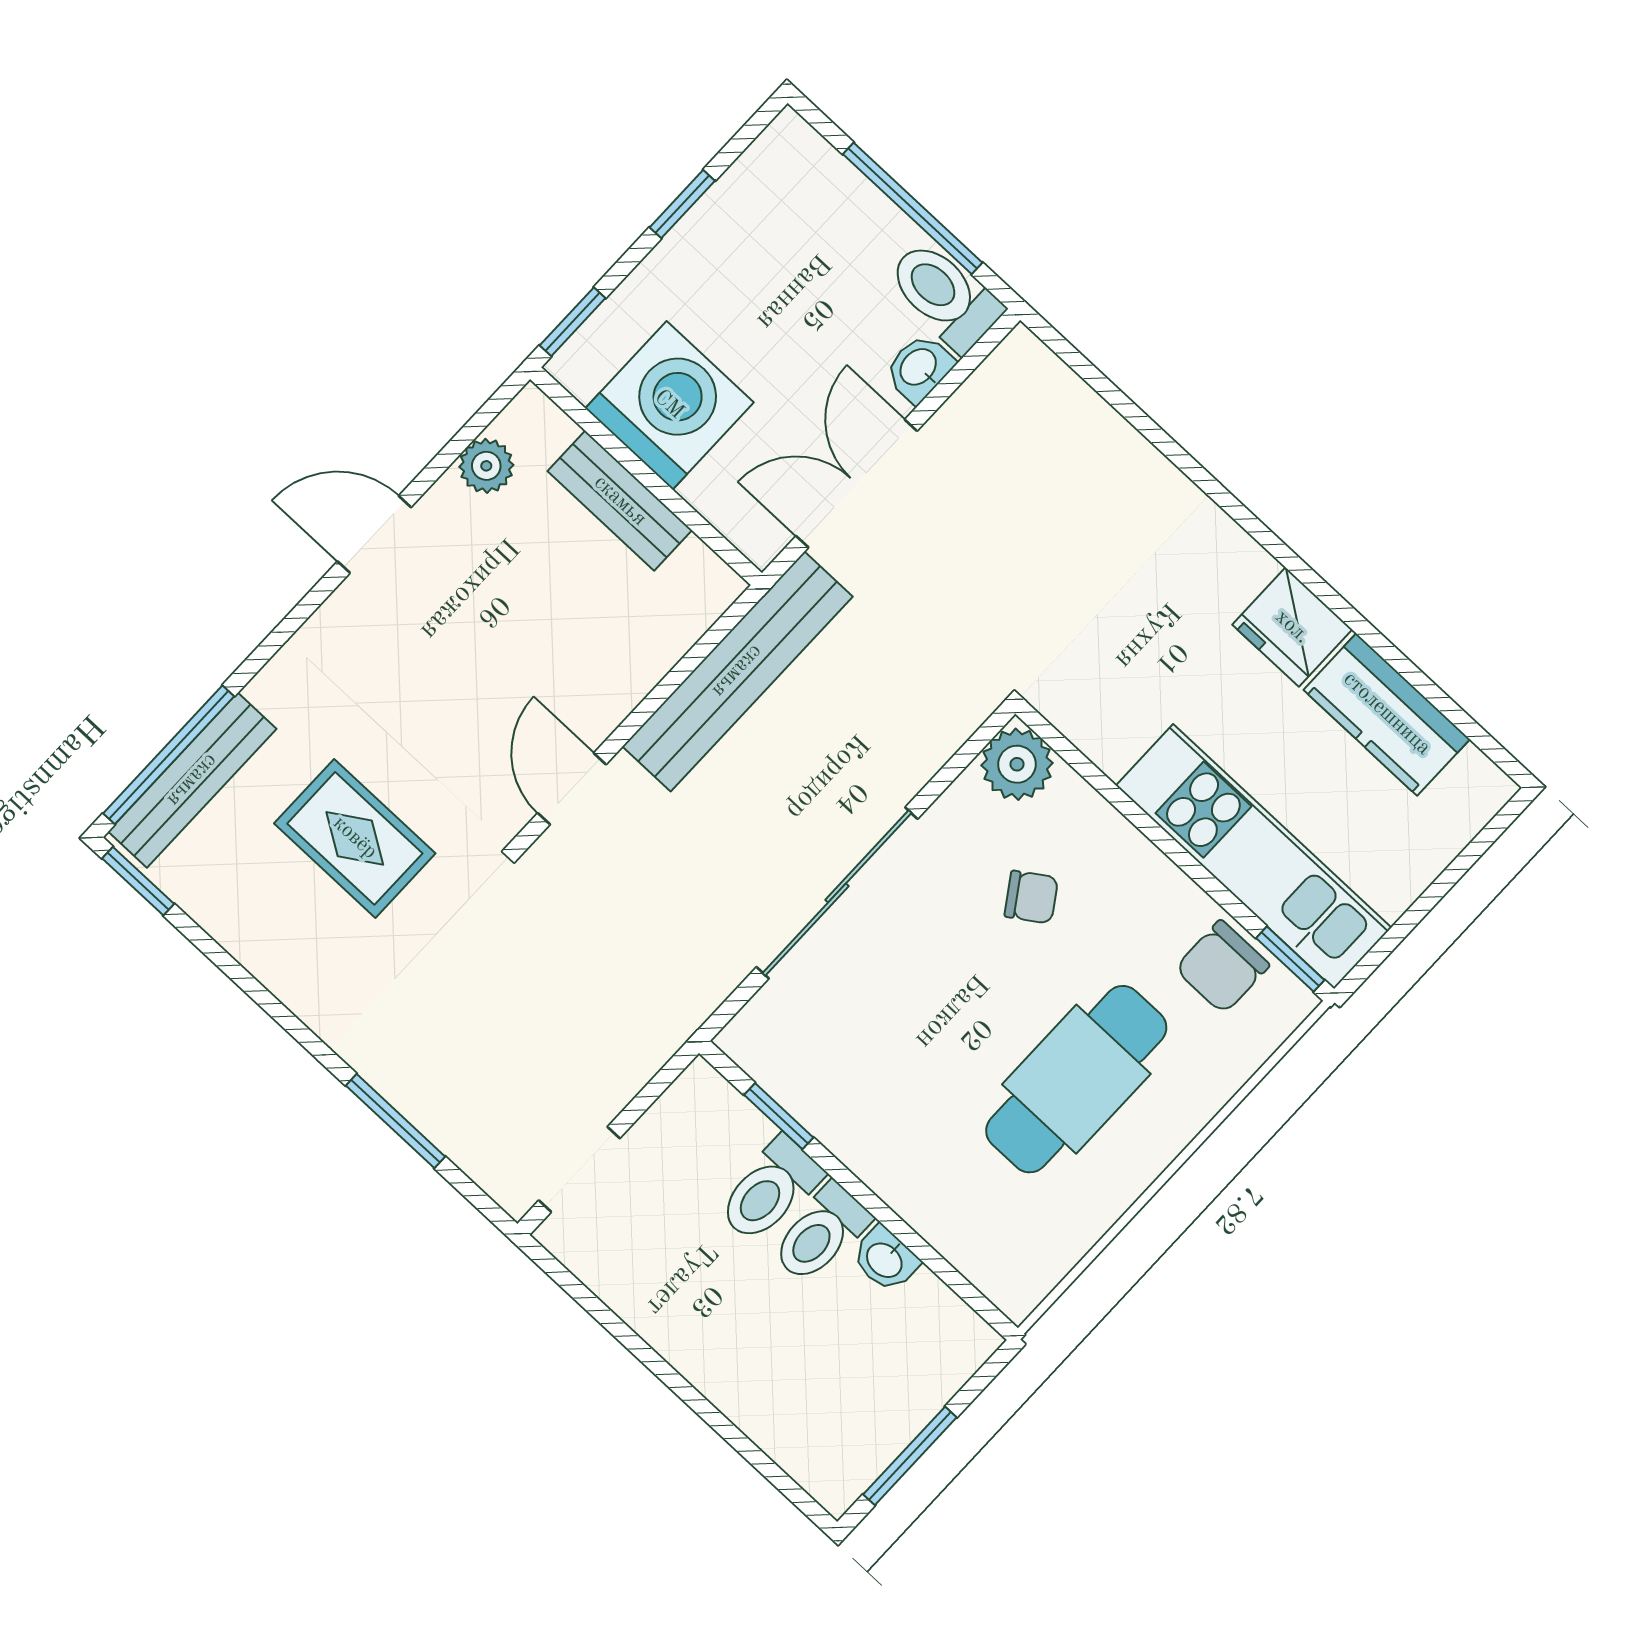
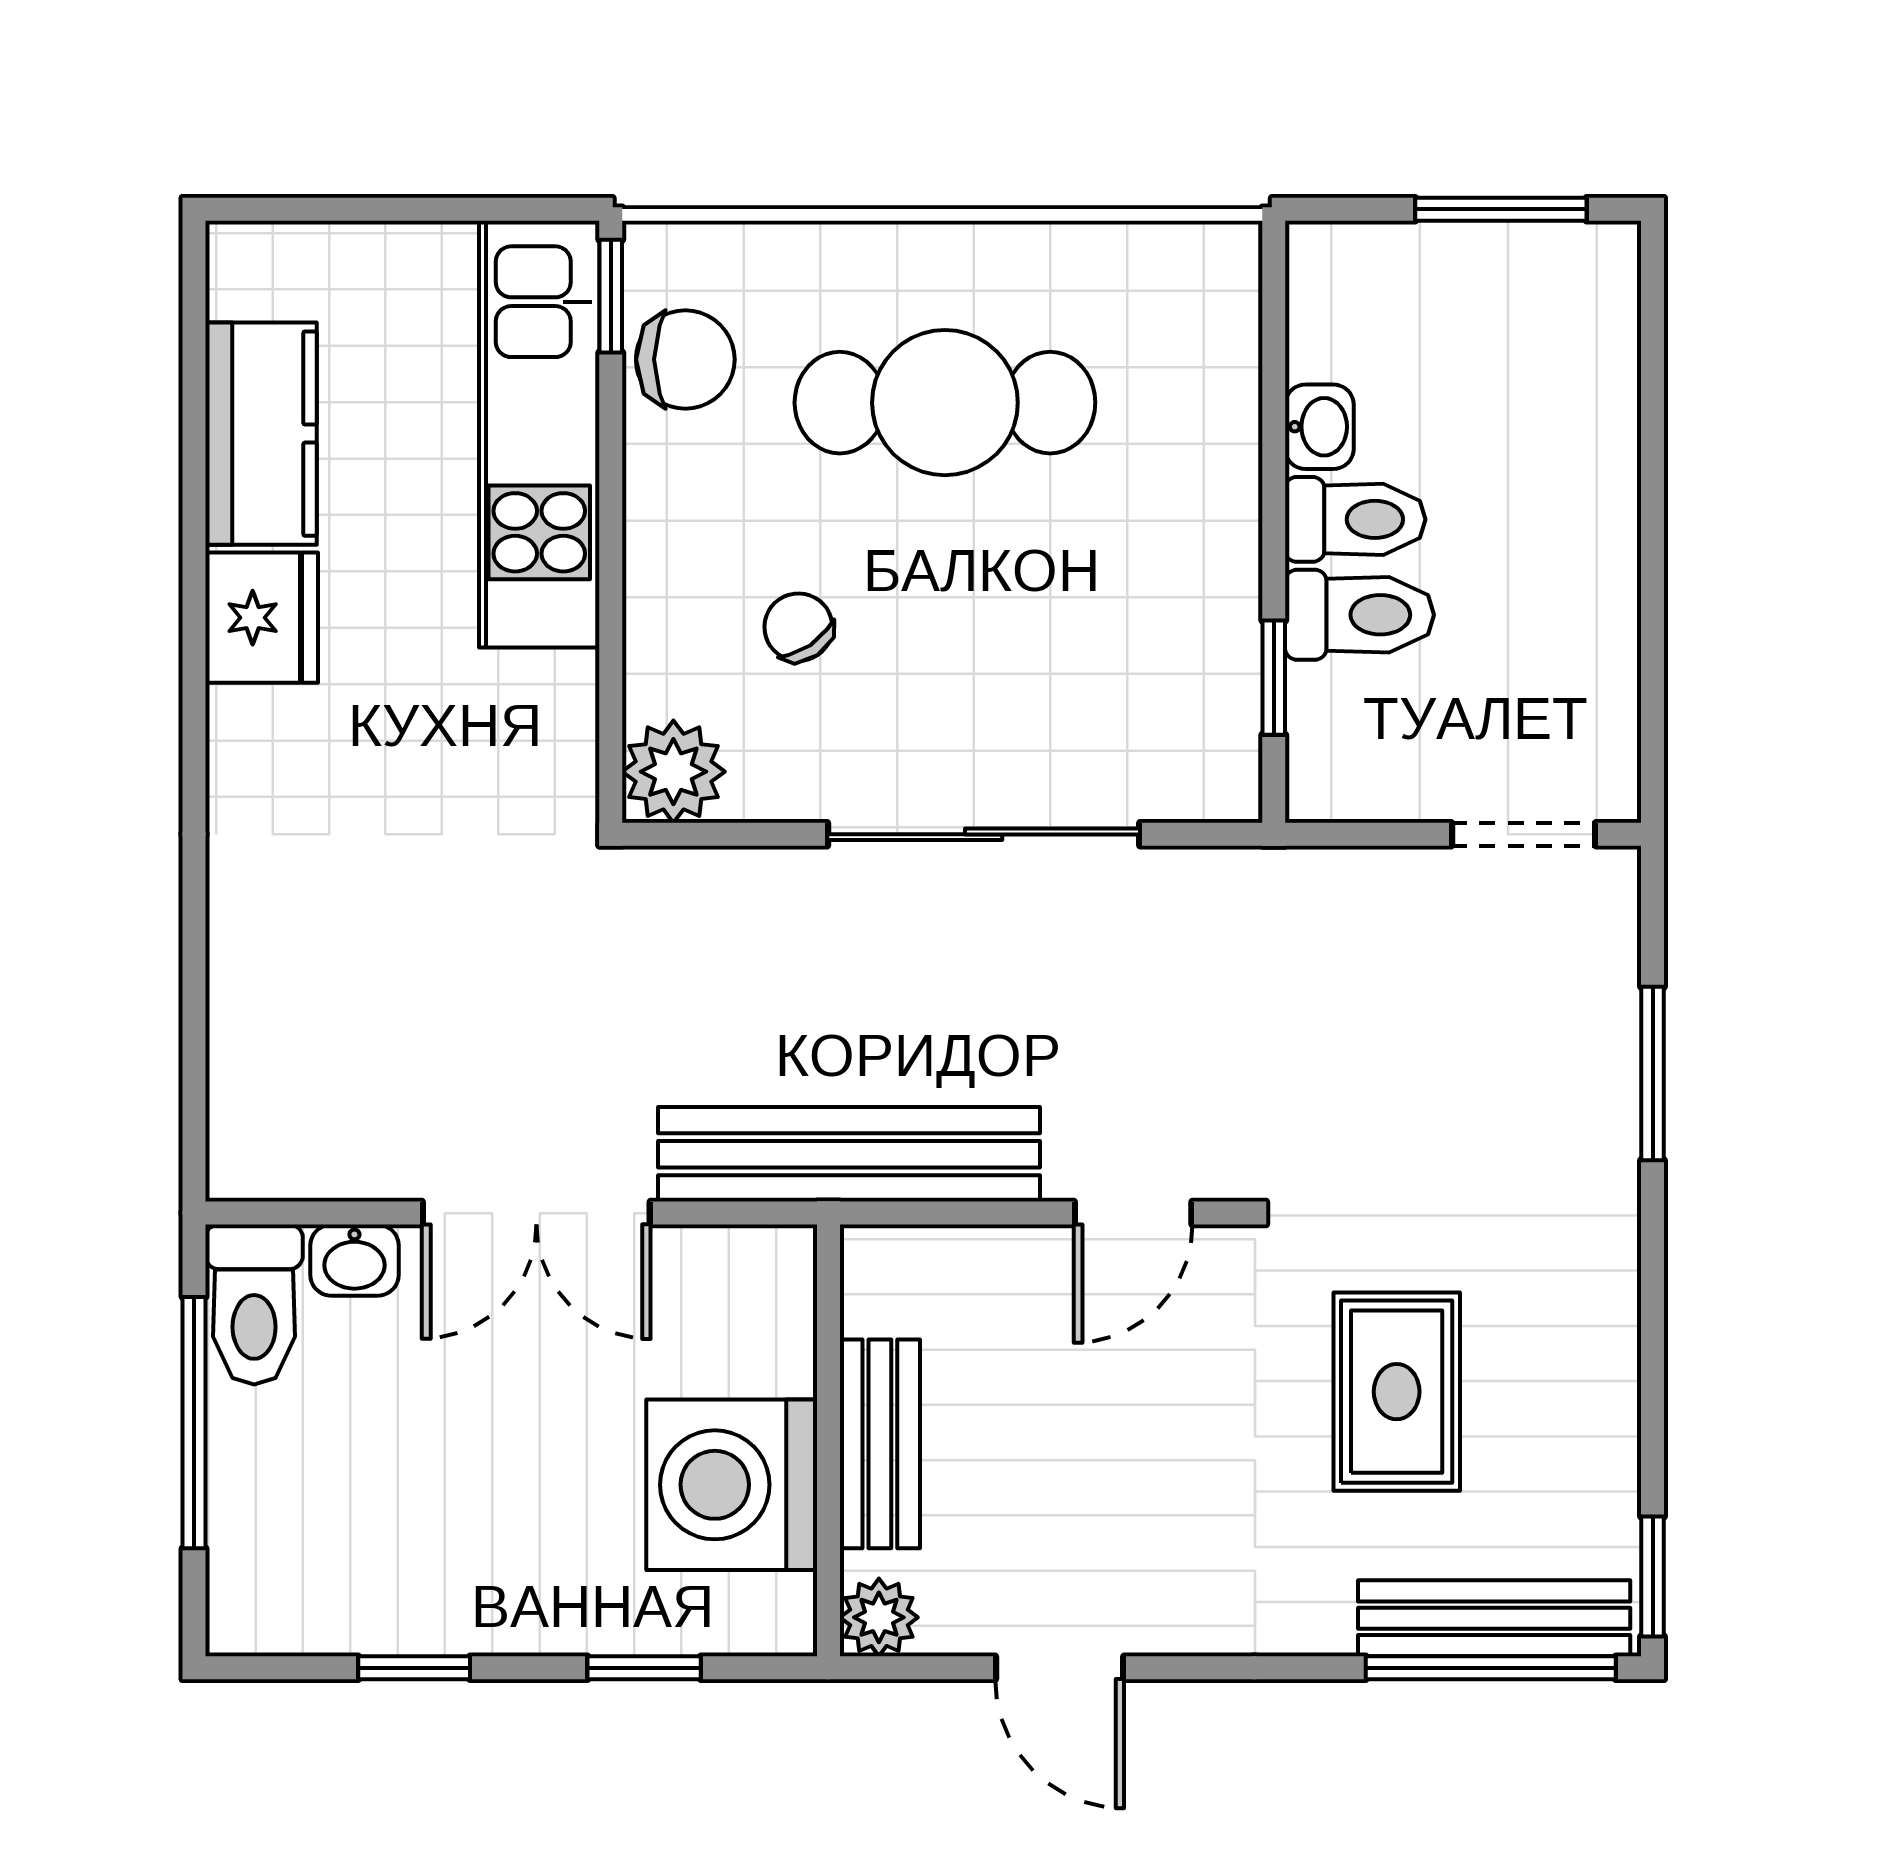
washing machine: (669, 405) -> (732, 1485), moved
wall: (646, 476) -> (829, 1440), moved
bench: (620, 501) -> (880, 1444), moved

